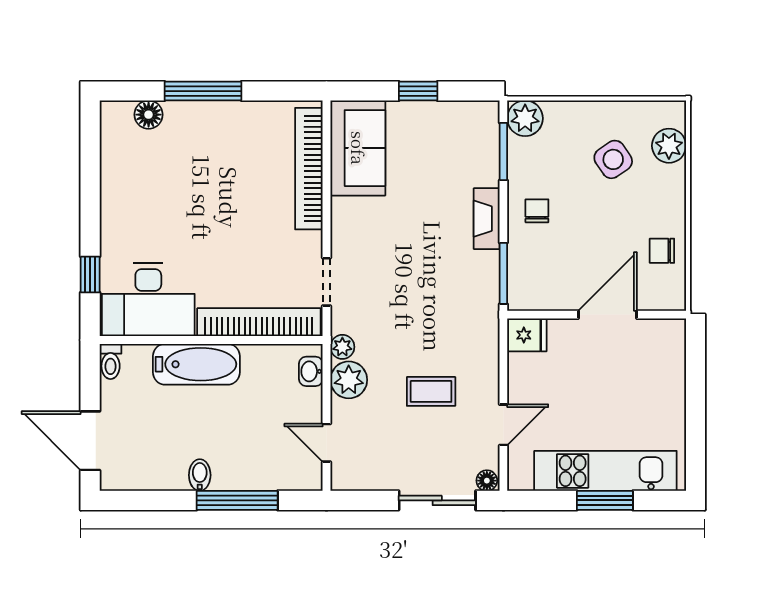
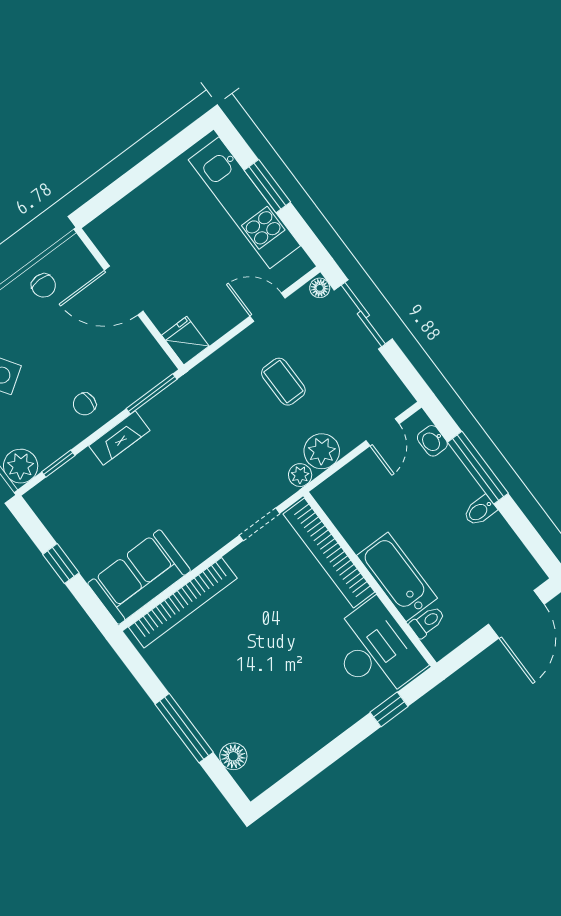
window: (503, 151) -> (58, 464), width x0.67
toilet: (111, 361) -> (427, 622), moved
washbasin: (311, 371) -> (432, 441), moved, turned 90

